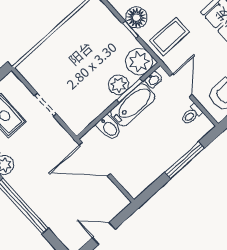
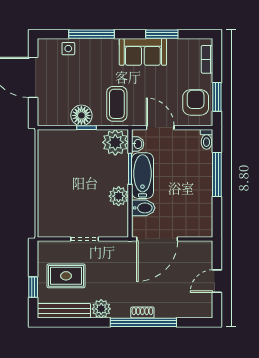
plant: (119, 85) -> (119, 196), moved
toilet: (192, 115) -> (206, 139), moved
shoe rack: (29, 199) -> (142, 313), added

